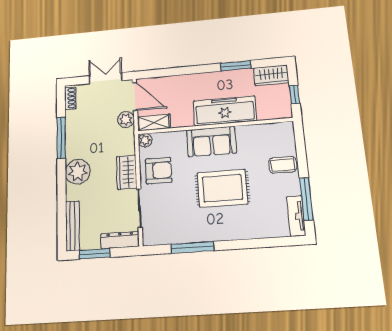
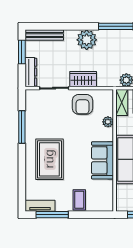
plant: (145, 140) -> (108, 122), moved
sofa: (211, 141) -> (102, 160), moved
rug: (222, 188) -> (49, 159), moved

